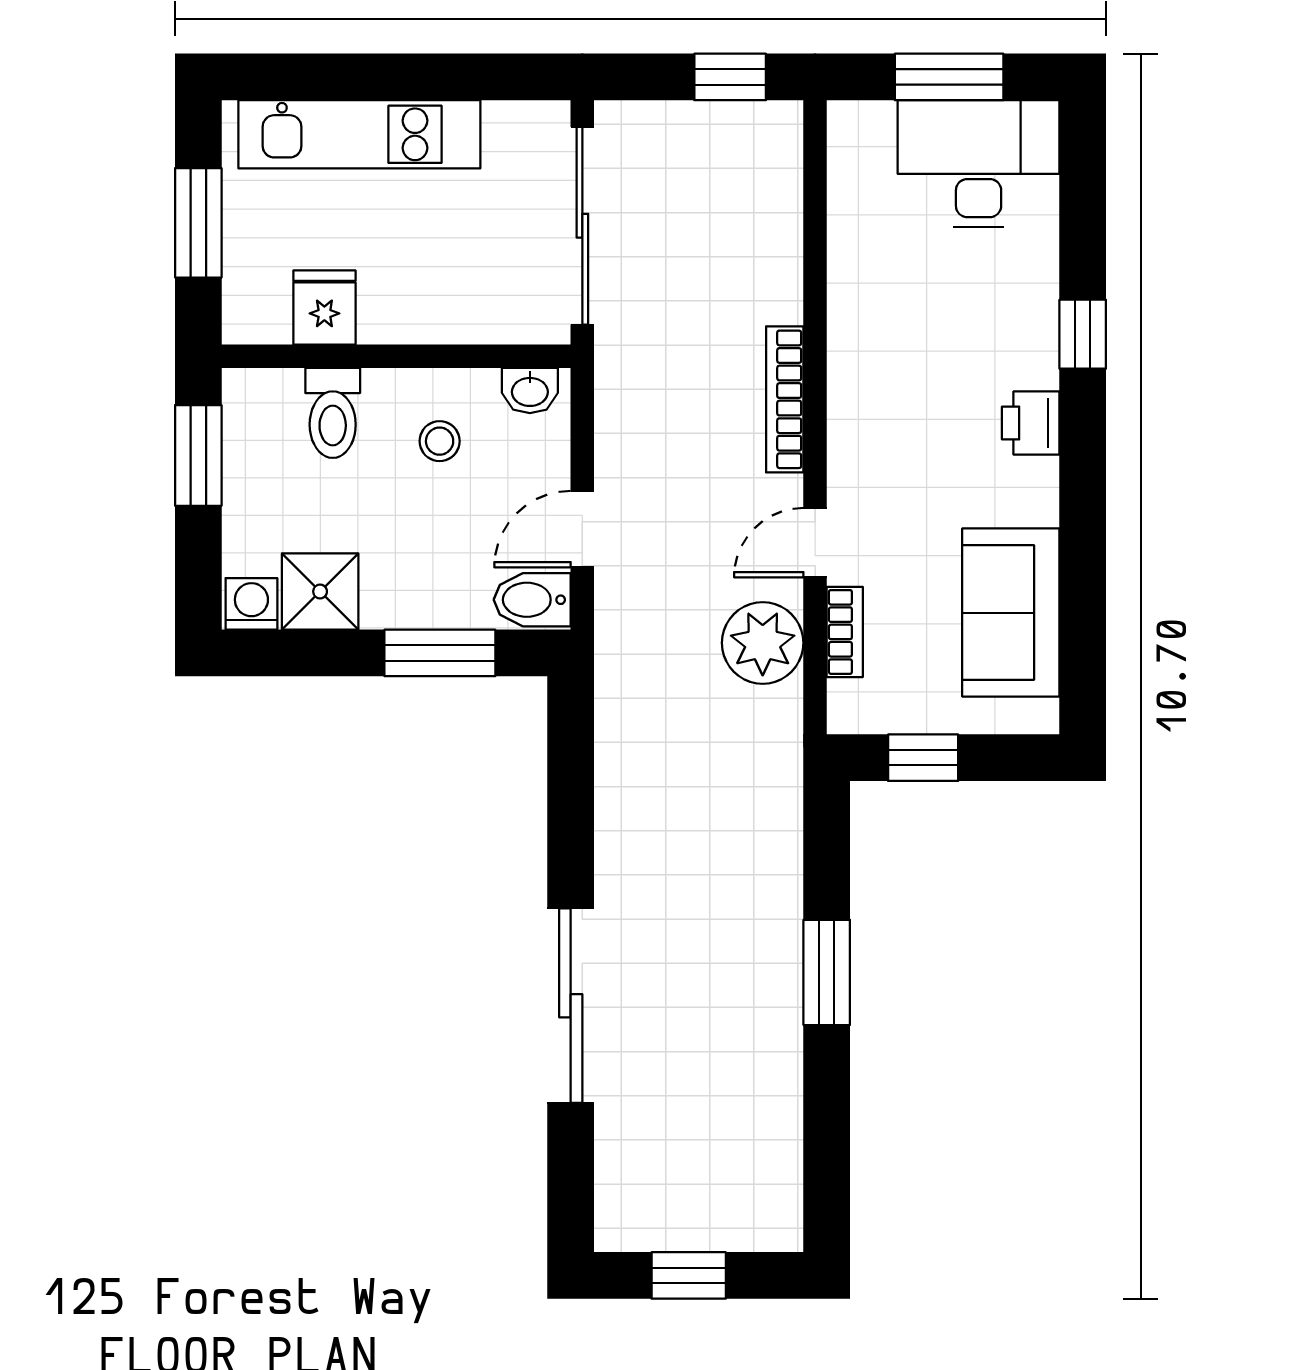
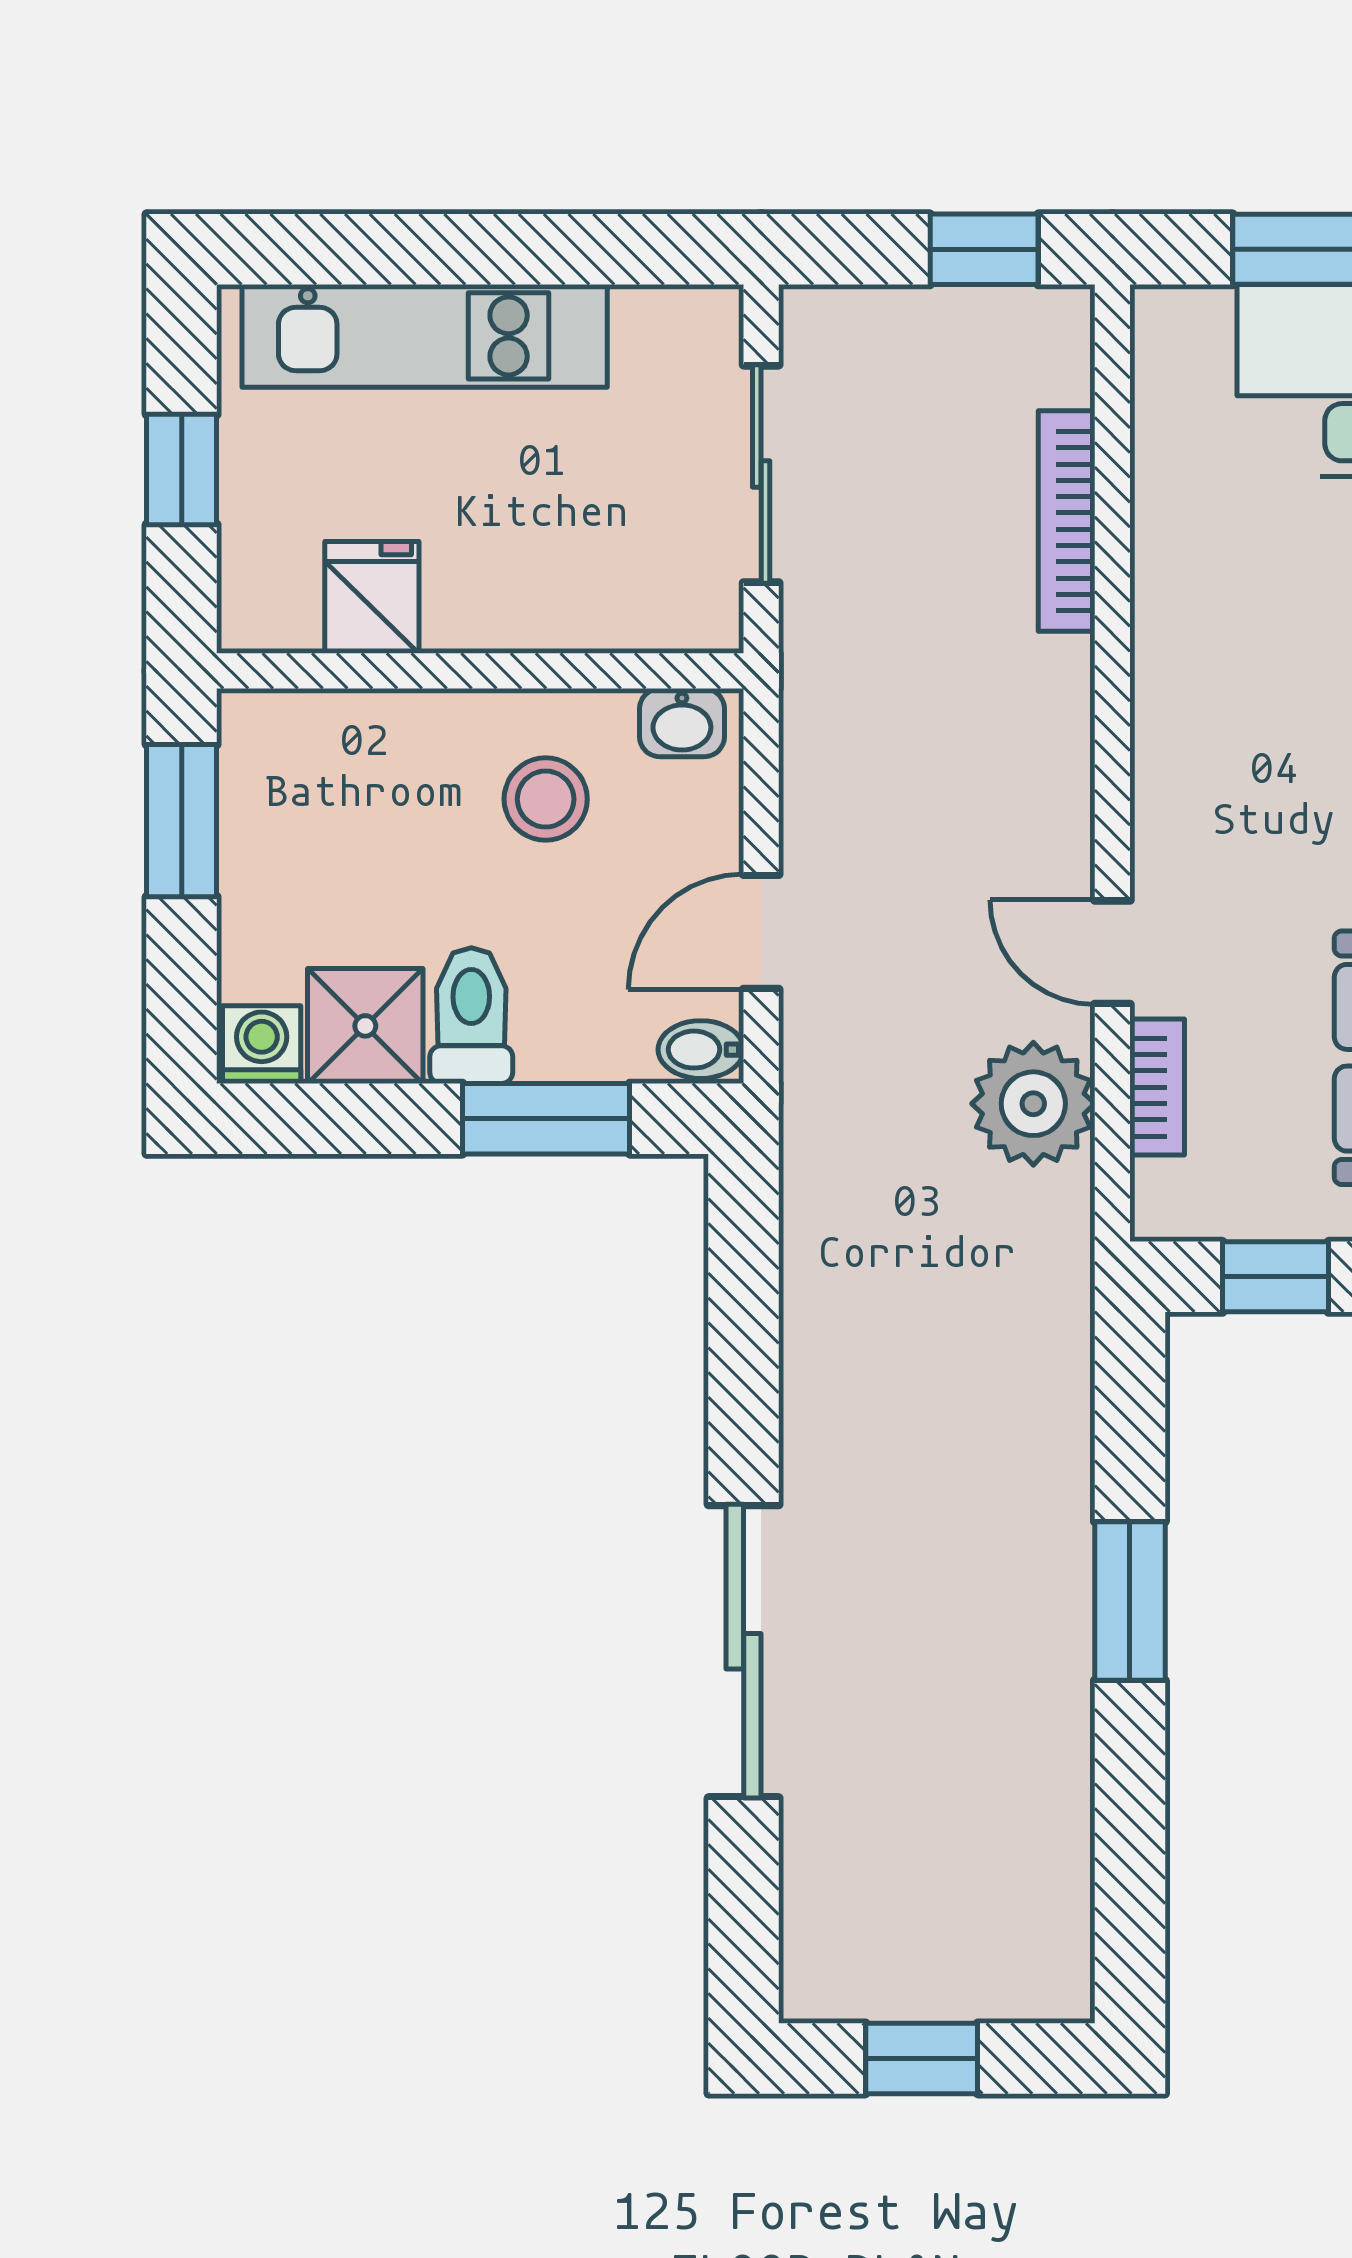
window: (198, 223) -> (182, 470), width x0.67
sliding door: (582, 226) -> (761, 474), width x0.73
bookcase: (785, 399) -> (1067, 521), moved
toilet: (333, 413) -> (471, 1016), moved, turned 180
stool: (440, 441) -> (546, 799), width x1.37, depth x1.37
door: (815, 543) -> (1112, 952), hinge flipped
bidet: (532, 600) -> (701, 1050), width x0.72, depth x0.74

